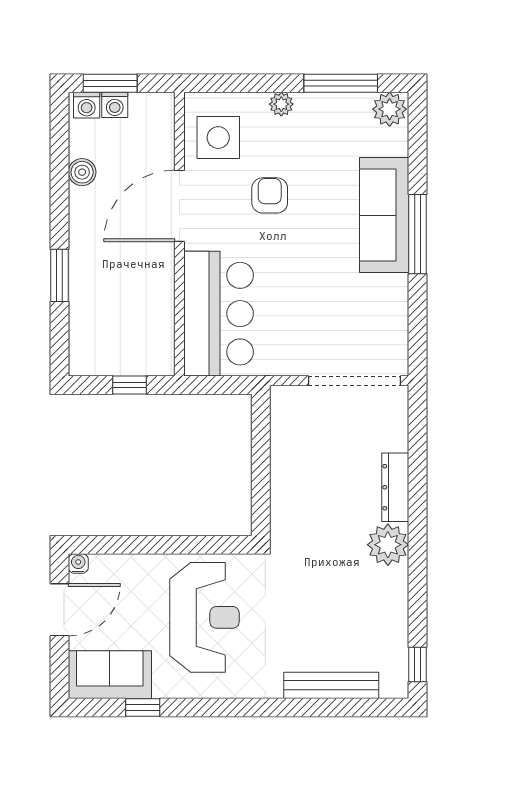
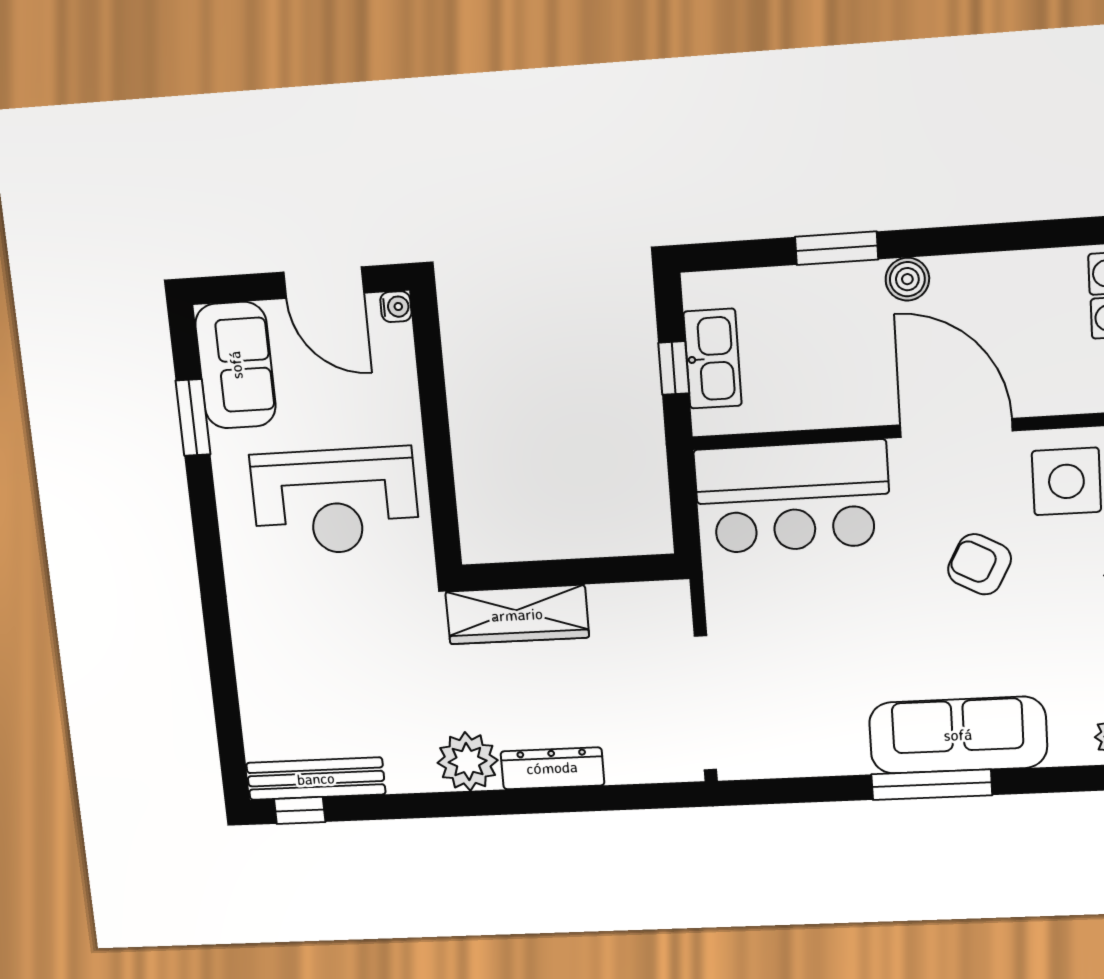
boiler: (82, 172) -> (907, 279), moved
armchair: (270, 195) -> (979, 564), turned -152
kitchen sink: (125, 359) -> (713, 359), added
wardrobe: (288, 502) -> (517, 615), added
bench: (331, 685) -> (316, 779), moved, turned 90
window: (143, 708) -> (193, 417), width x1.50

